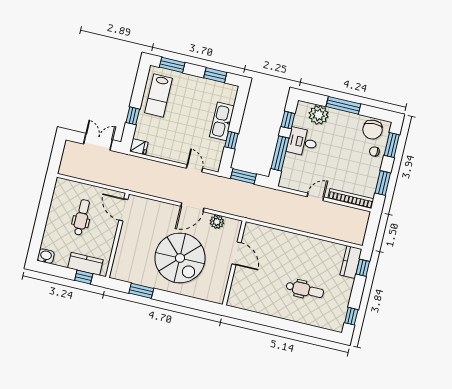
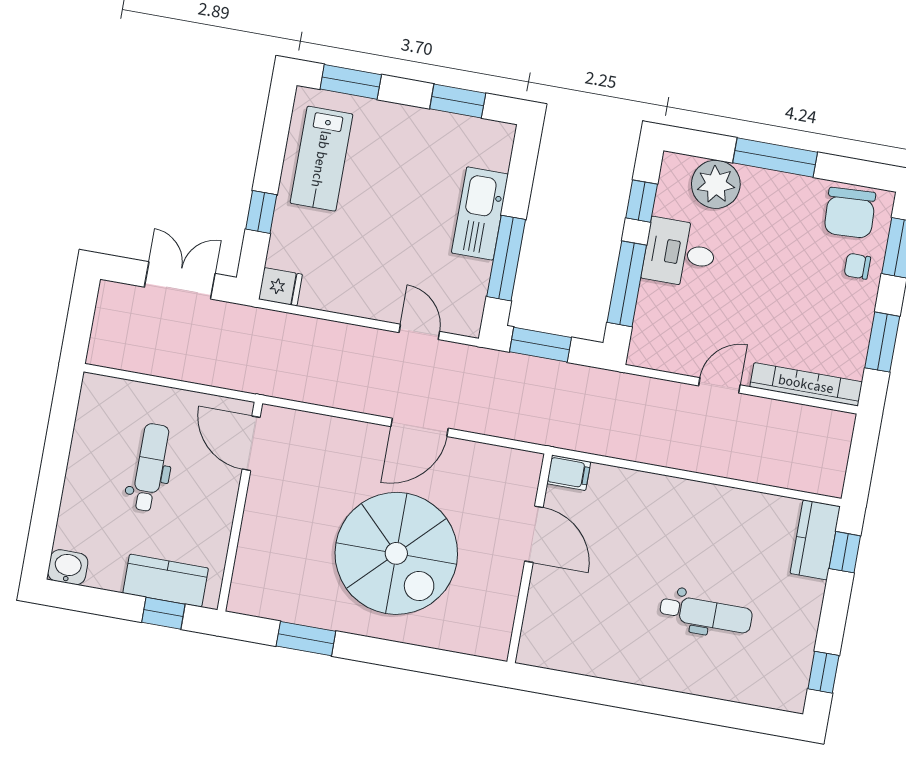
window: (231, 140) -> (506, 258), width x2.17
plant: (217, 222) -> (482, 460), removed
filing cabinet: (252, 229) -> (569, 473), added

